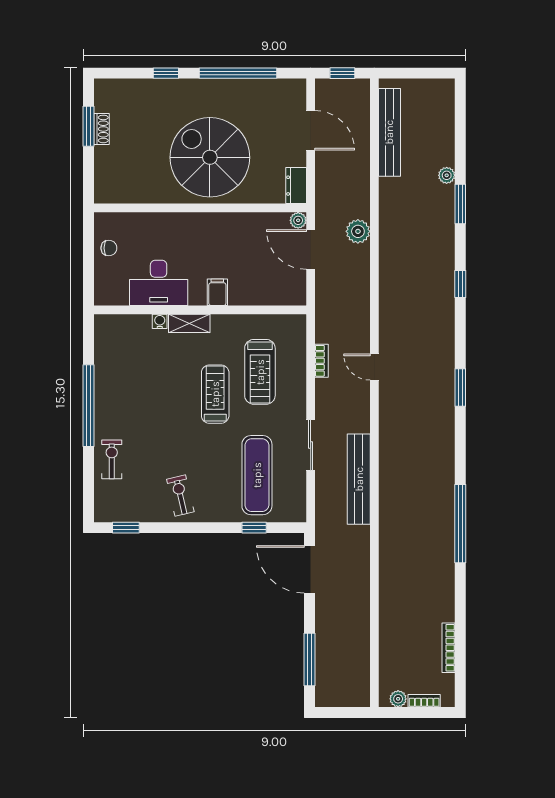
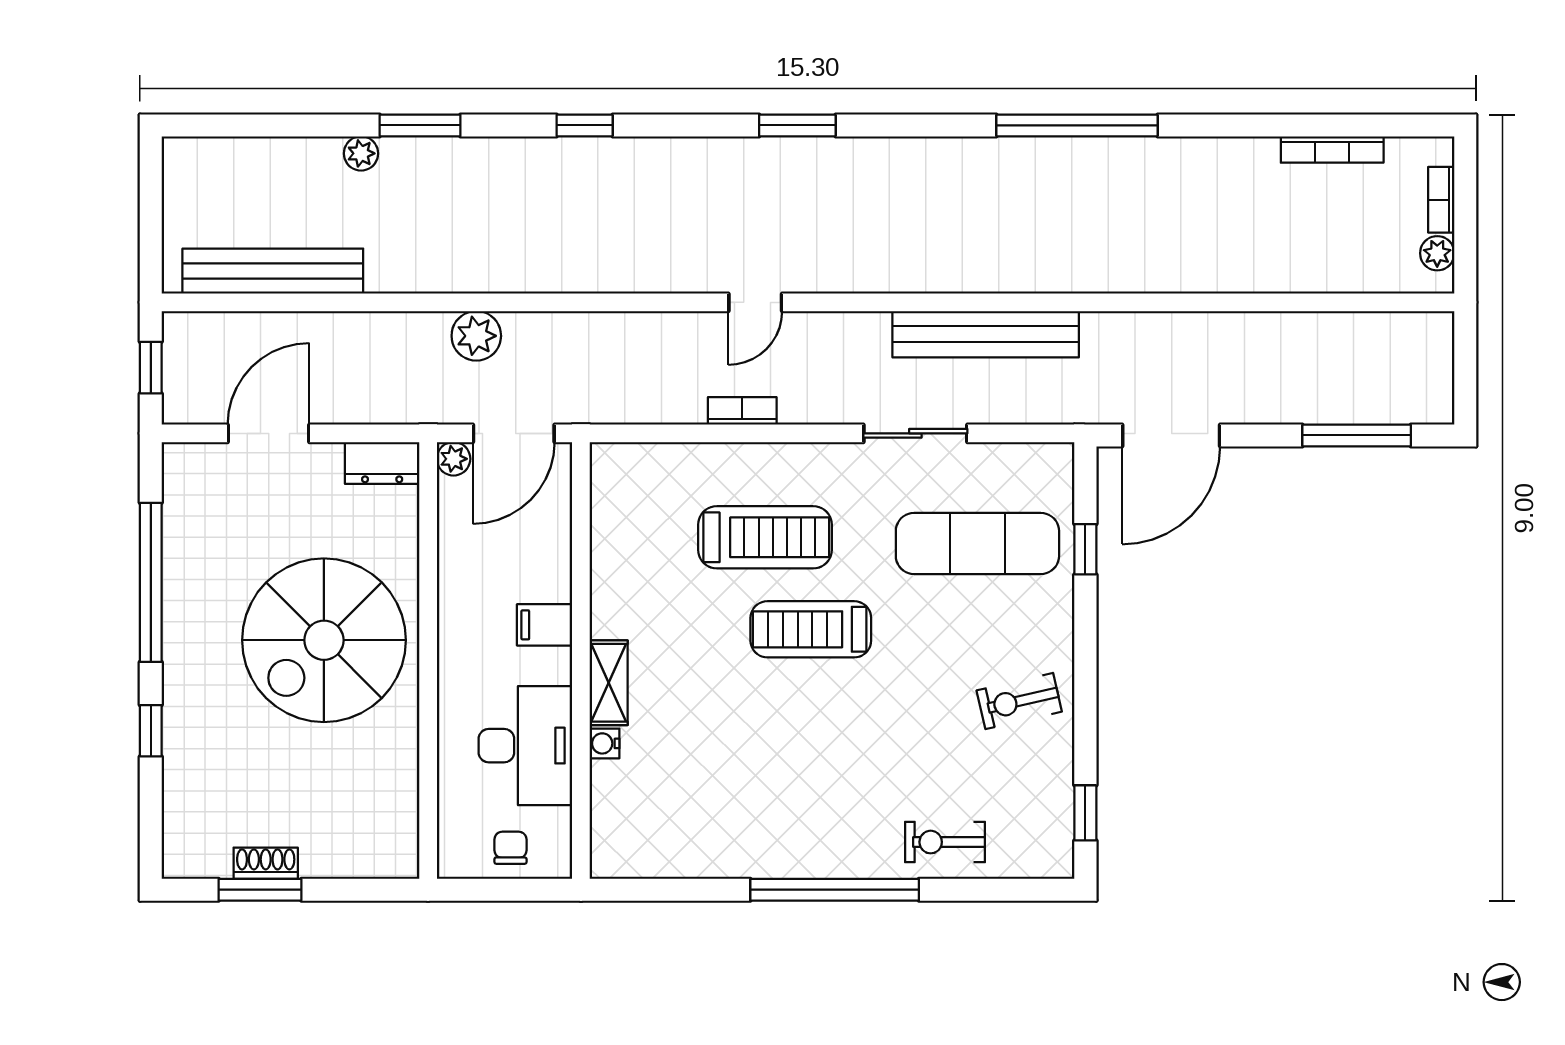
desk: (159, 283) -> (525, 746), moved
filing cabinet: (217, 292) -> (545, 625), moved
wall: (200, 310) -> (581, 660), moved
water cooler: (160, 321) -> (605, 743), moved
shelving: (189, 323) -> (609, 683), moved

